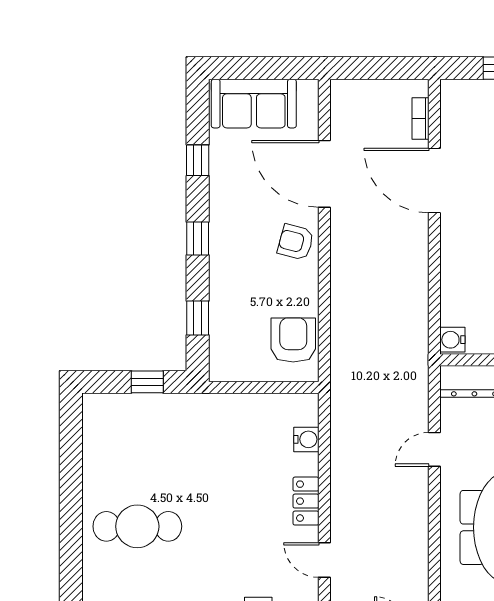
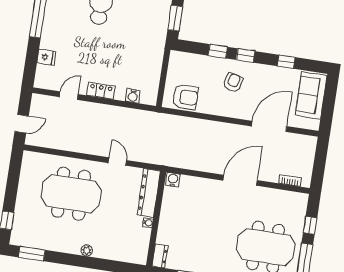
door: (434, 180) -> (240, 180), moved
armchair: (296, 242) -> (233, 82), moved
window: (198, 318) -> (218, 51), moved
window: (147, 382) -> (175, 18), width x1.50

